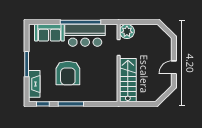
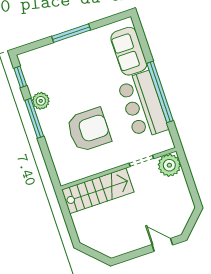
door: (174, 67) -> (162, 245), moved
armchair: (68, 73) -> (89, 130), moved, turned 180
fireplace: (34, 84) -> (45, 54), removed
plant: (62, 96) -> (41, 101), added

